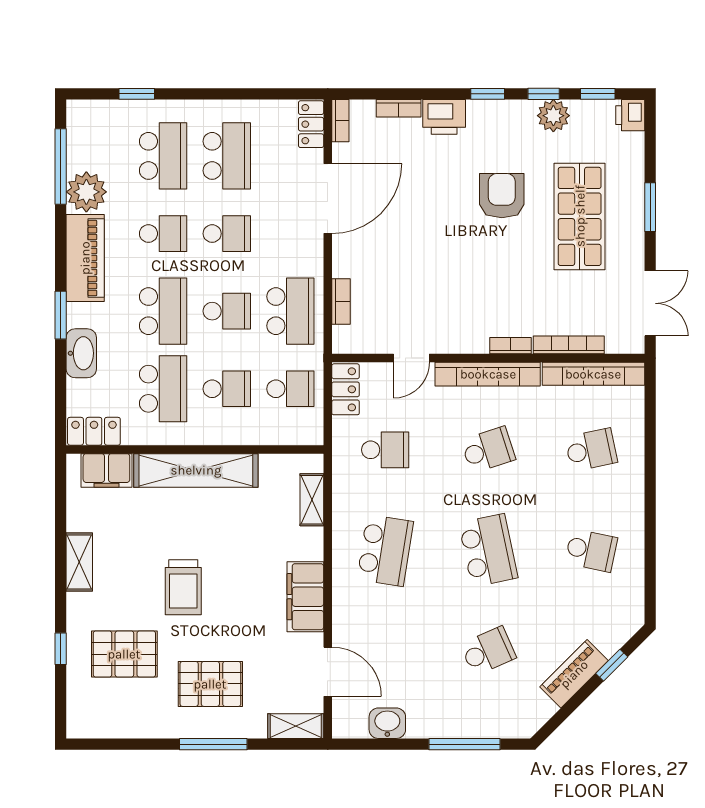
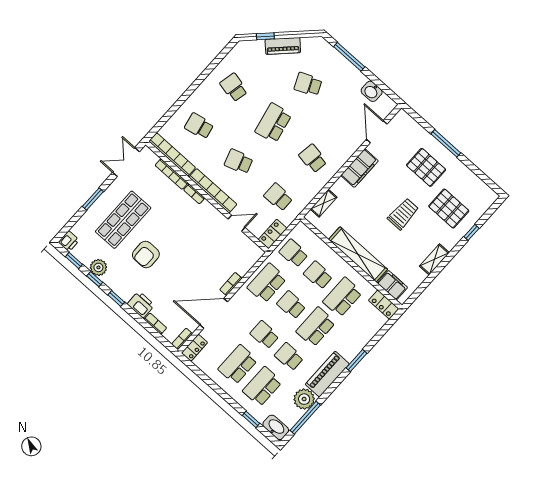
bookcase: (341, 301) -> (231, 284), moved
washbasin: (81, 353) -> (276, 427), moved, turned 90
school desk: (385, 550) -> (313, 158), width x0.54
shelving: (296, 726) -> (408, 122), removed

